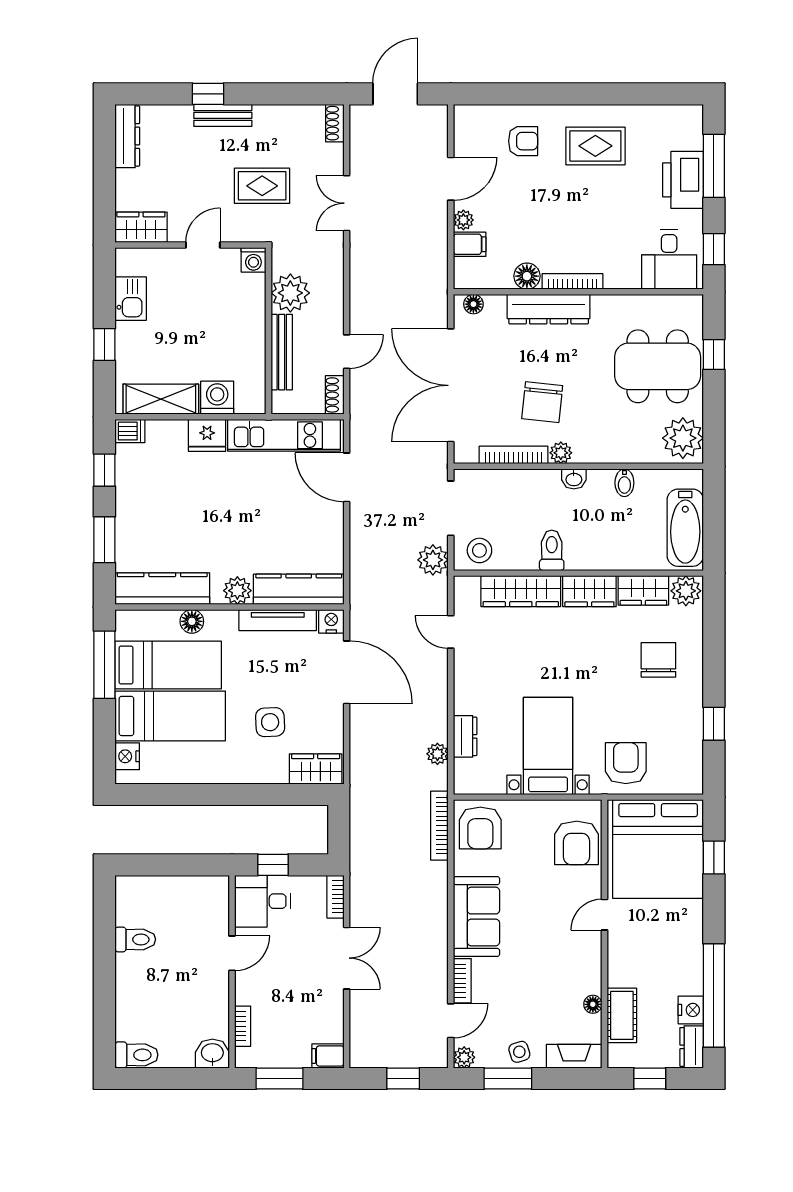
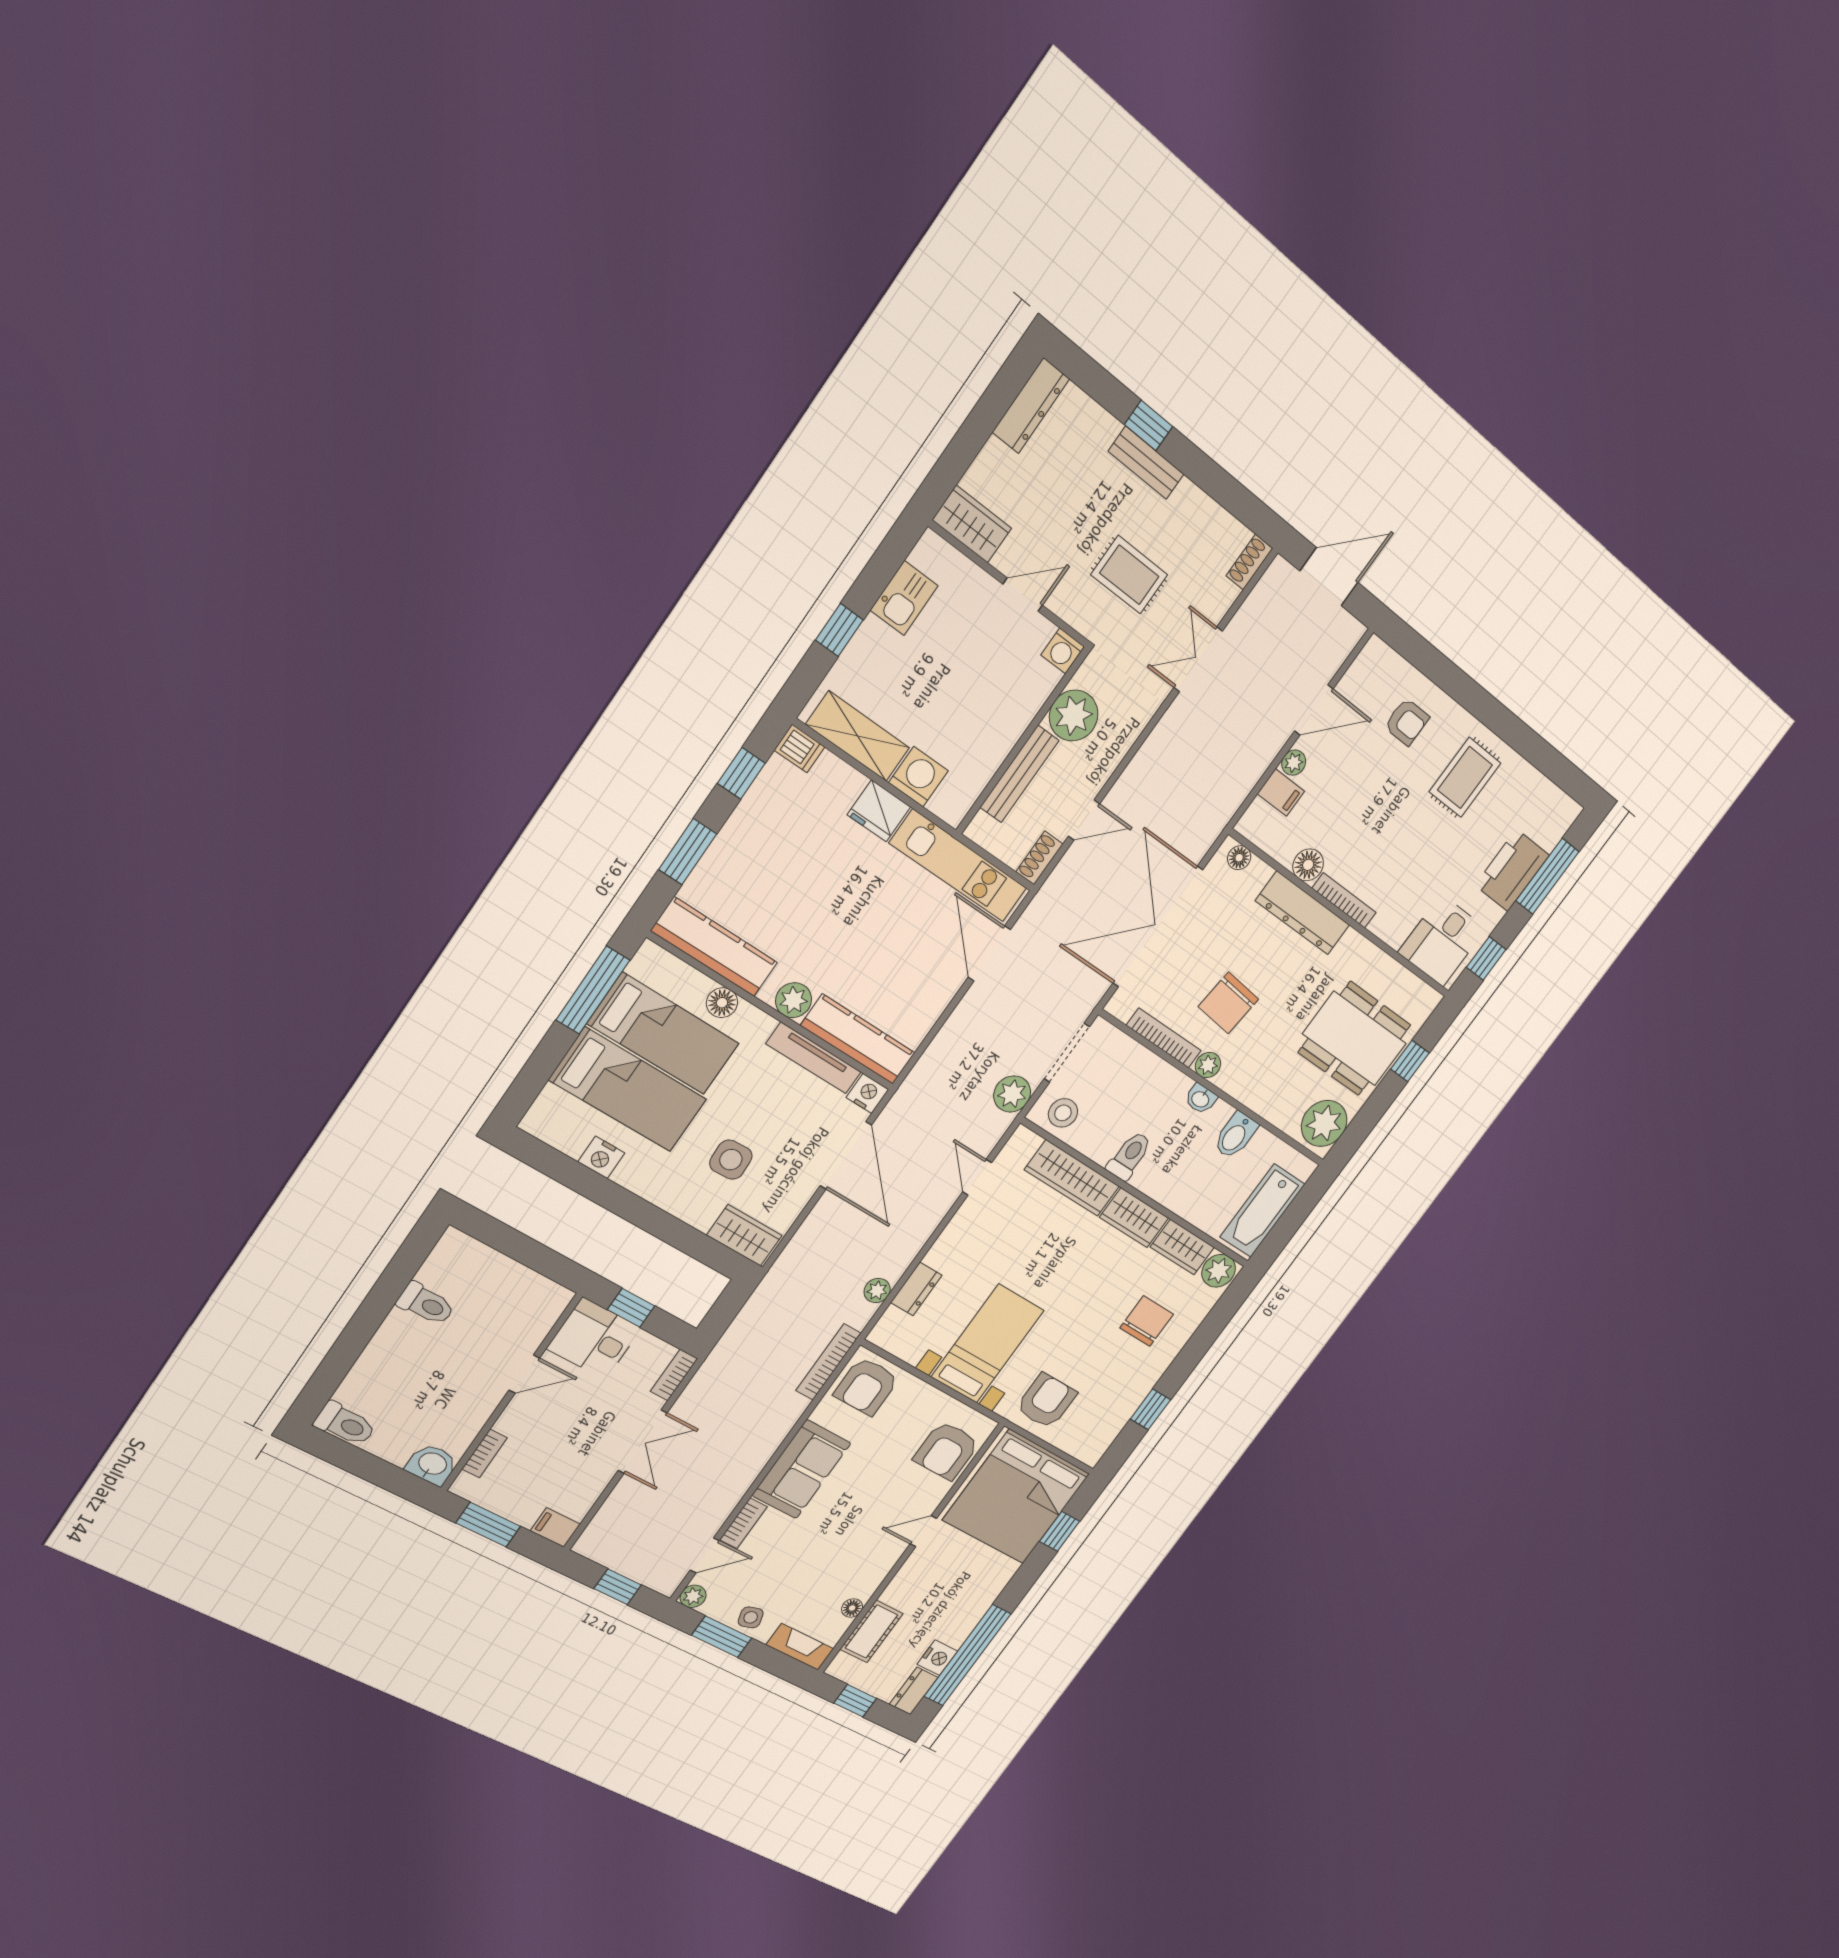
rug: (595, 146) -> (1465, 777), turned 90
bidet: (624, 483) -> (1235, 1135), width x1.38, depth x1.36
nightstand: (127, 756) -> (601, 1157), moved, turned -90

